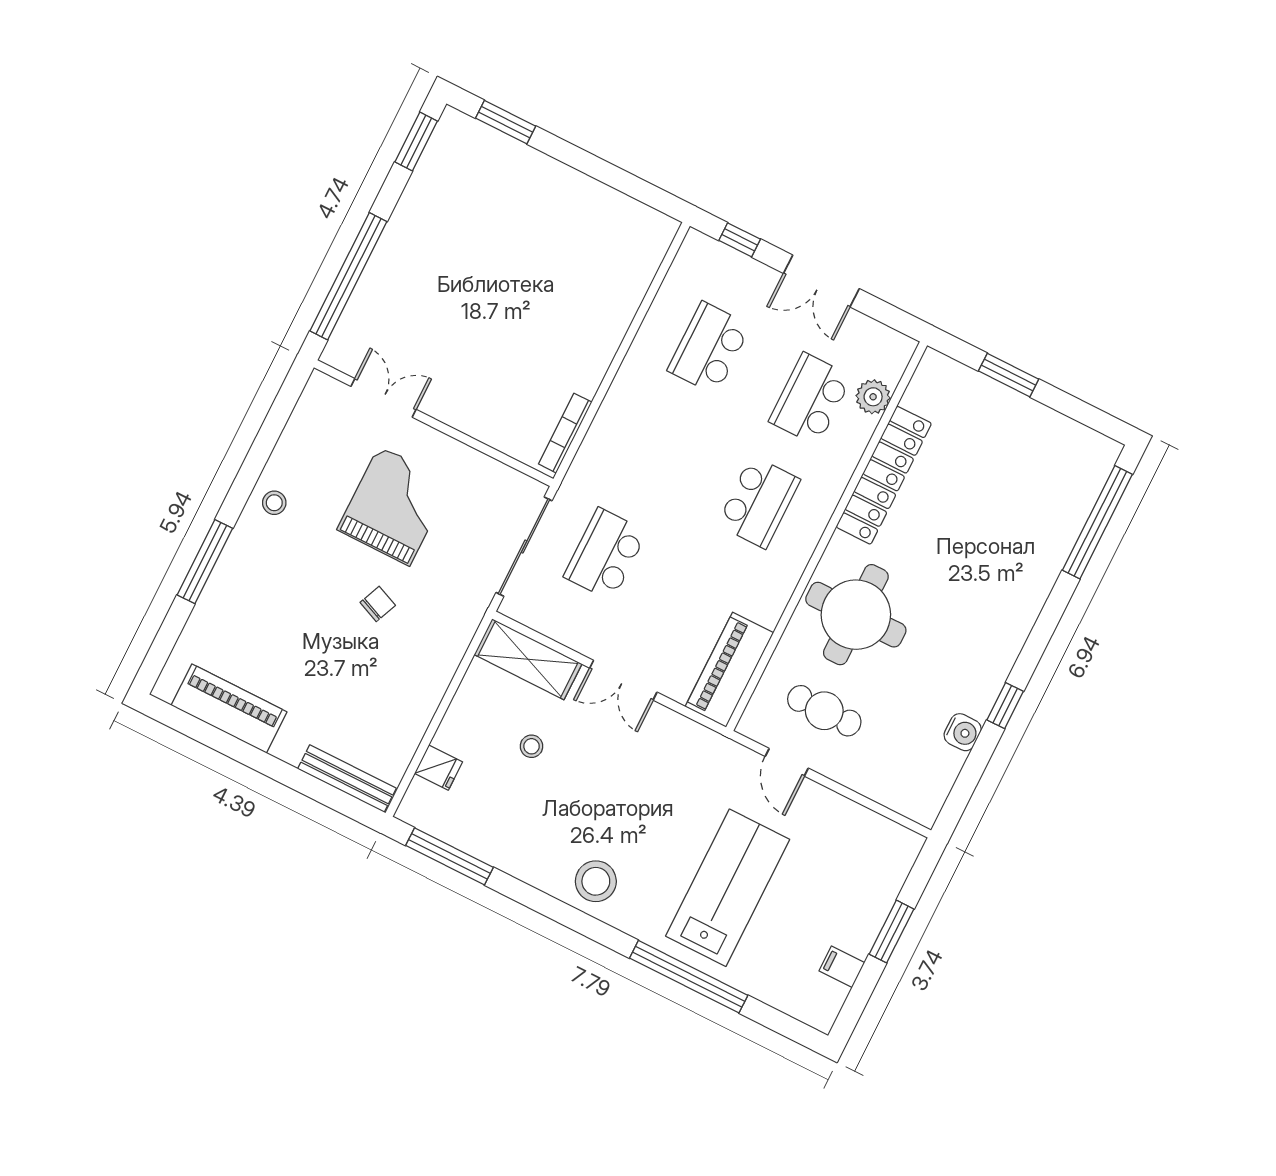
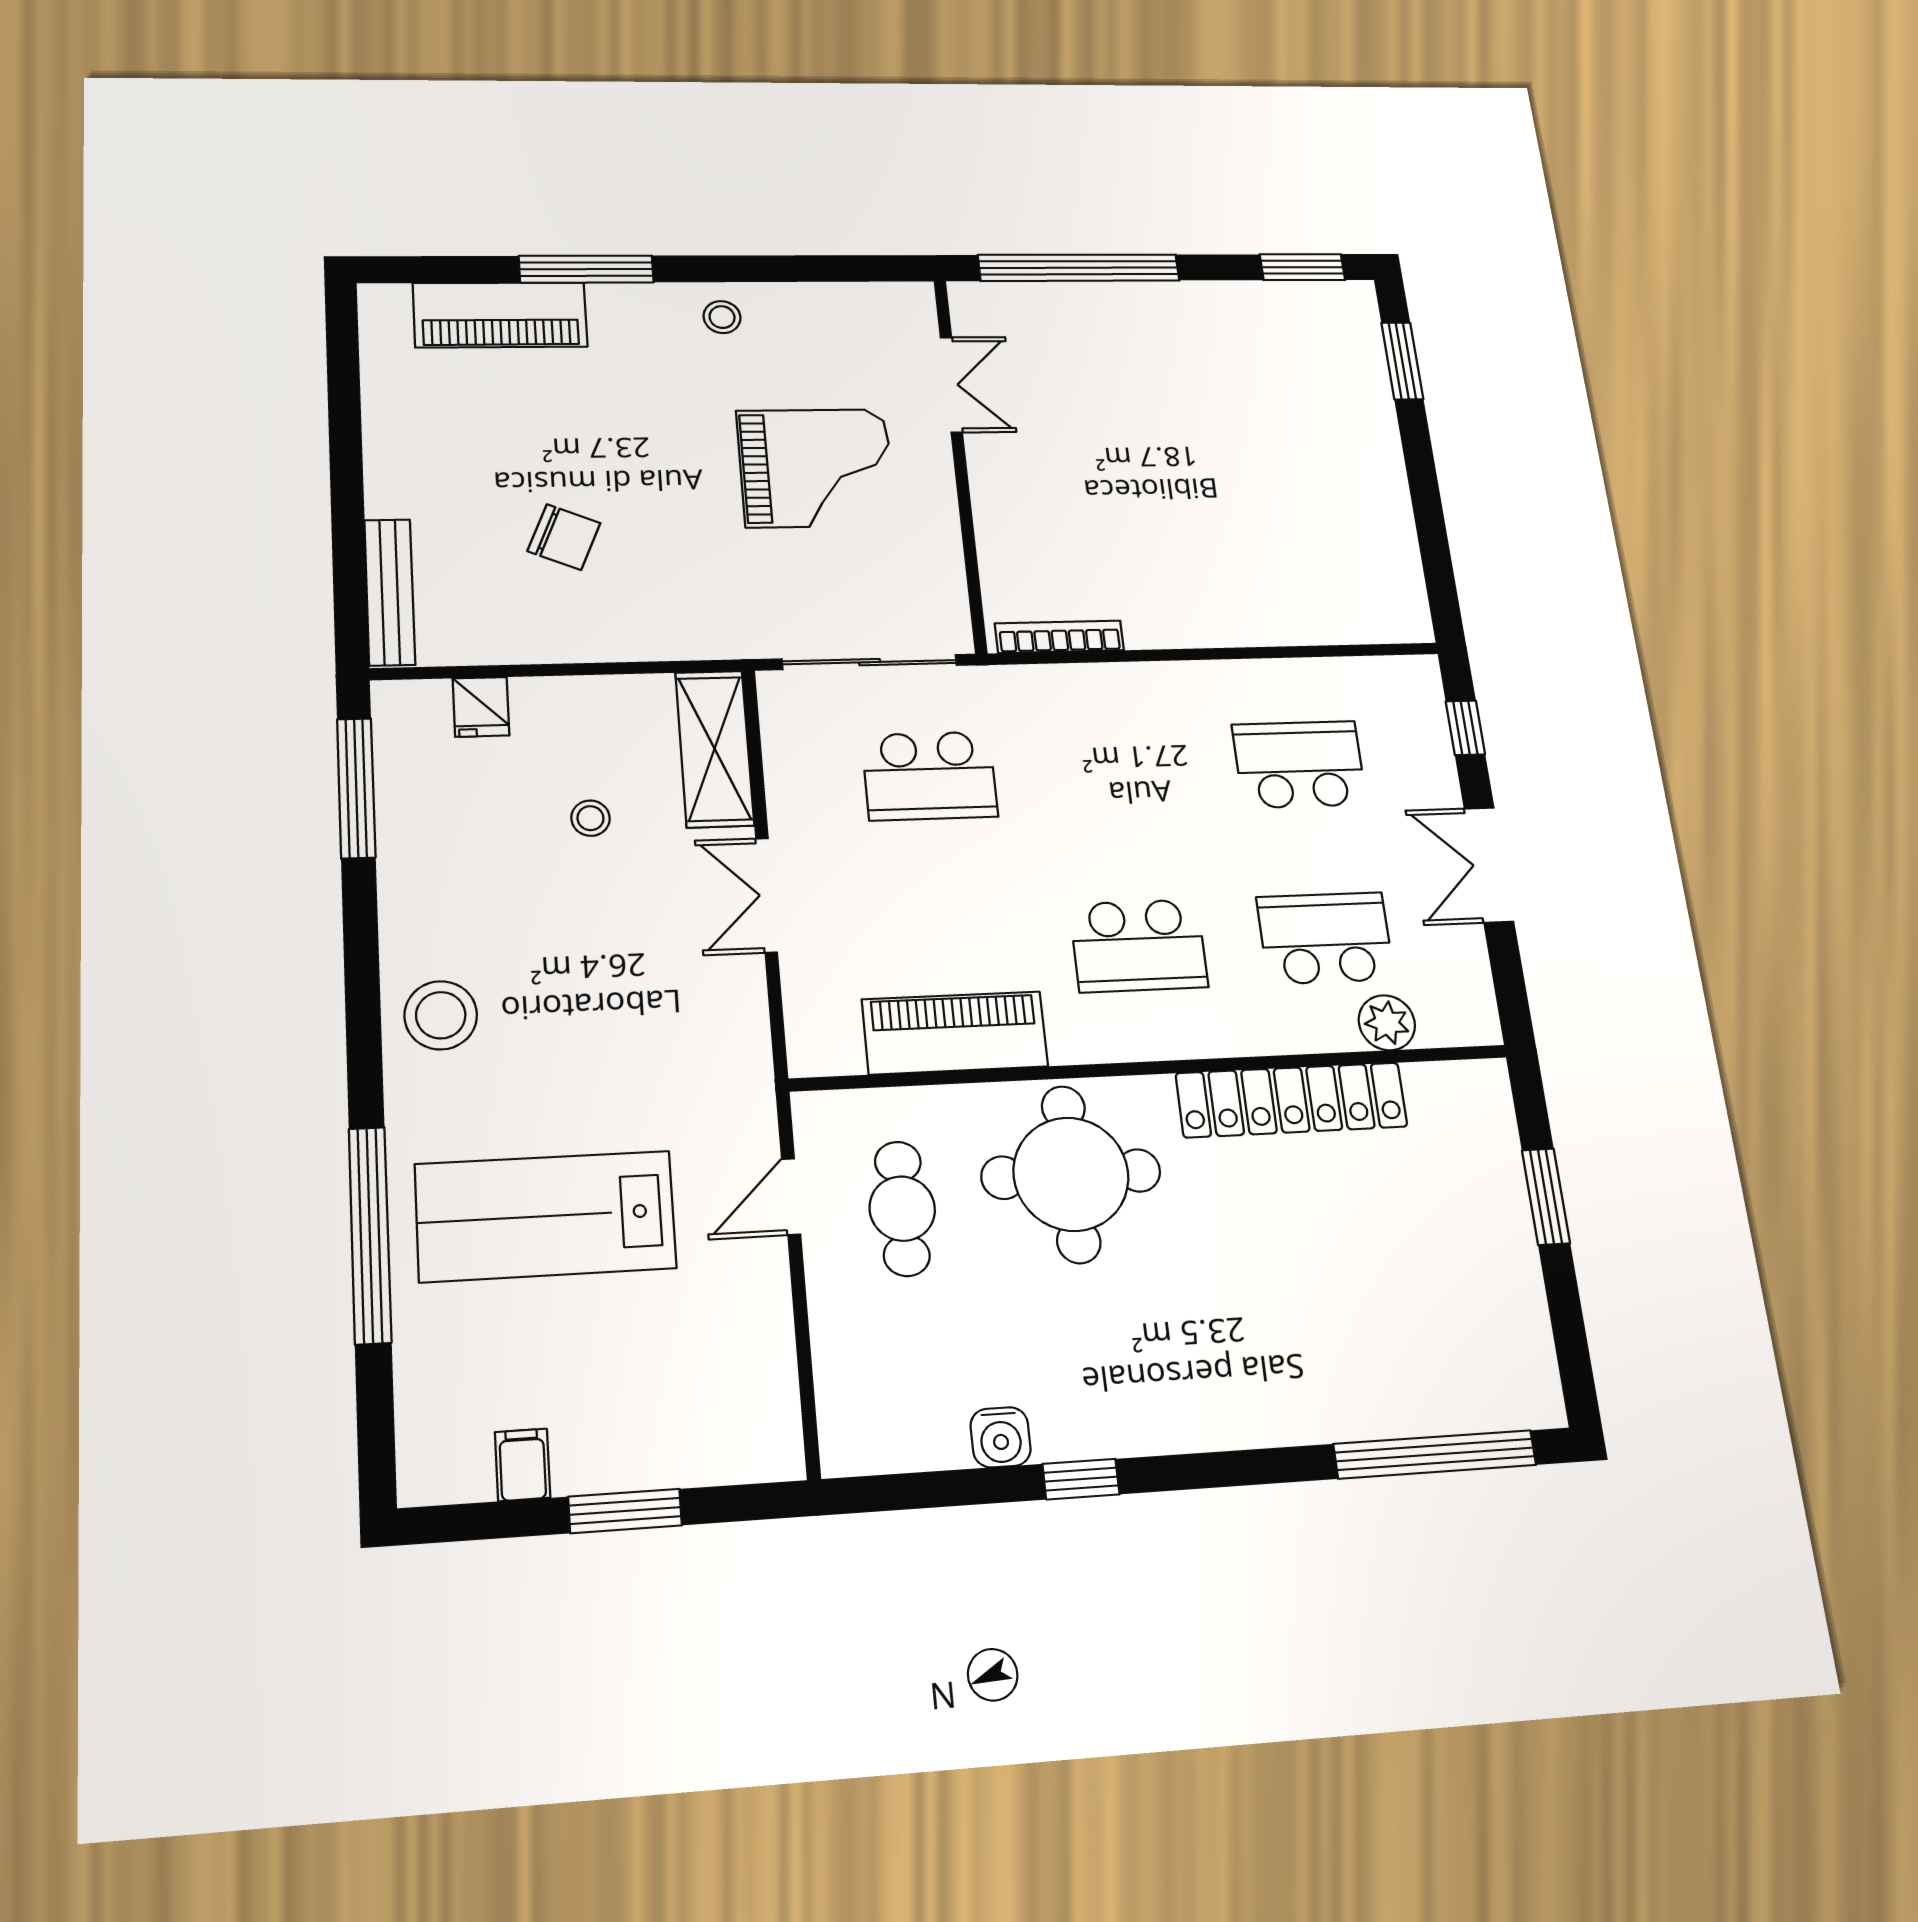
school desk: (605, 554) -> (930, 776), turned 180
chair: (378, 604) -> (564, 537), moved, width x1.37, depth x1.37
piano: (729, 670) -> (955, 1033), moved
piano: (229, 709) -> (500, 315), moved, turned 90
lab bench: (728, 888) -> (546, 1216), turned 180

